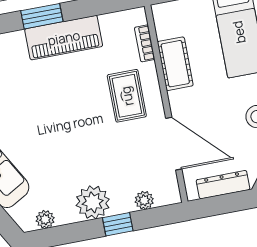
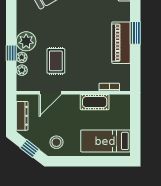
rug: (127, 96) -> (56, 61), moved, turned 90
door: (174, 144) -> (50, 93), width x0.73
plant: (45, 219) -> (22, 57), moved

